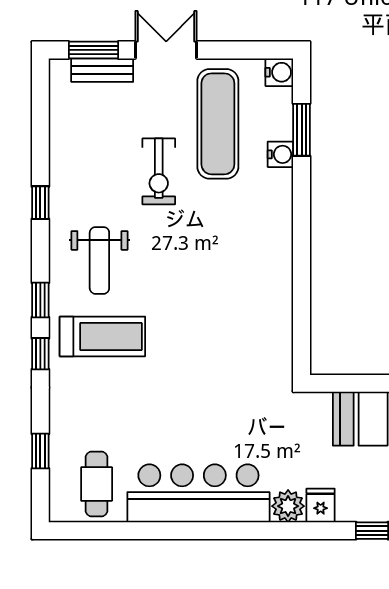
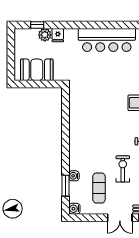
exercise mat: (218, 124) -> (99, 188), width x0.73, depth x0.69
plant: (288, 506) -> (45, 35), moved

